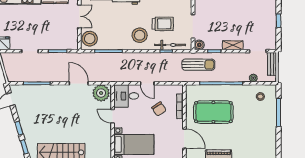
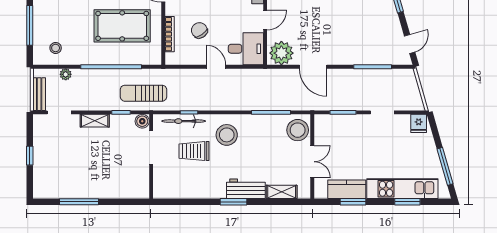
double door: (79, 16) -> (312, 162), swing flipped
door: (113, 116) -> (265, 20), hinge flipped

